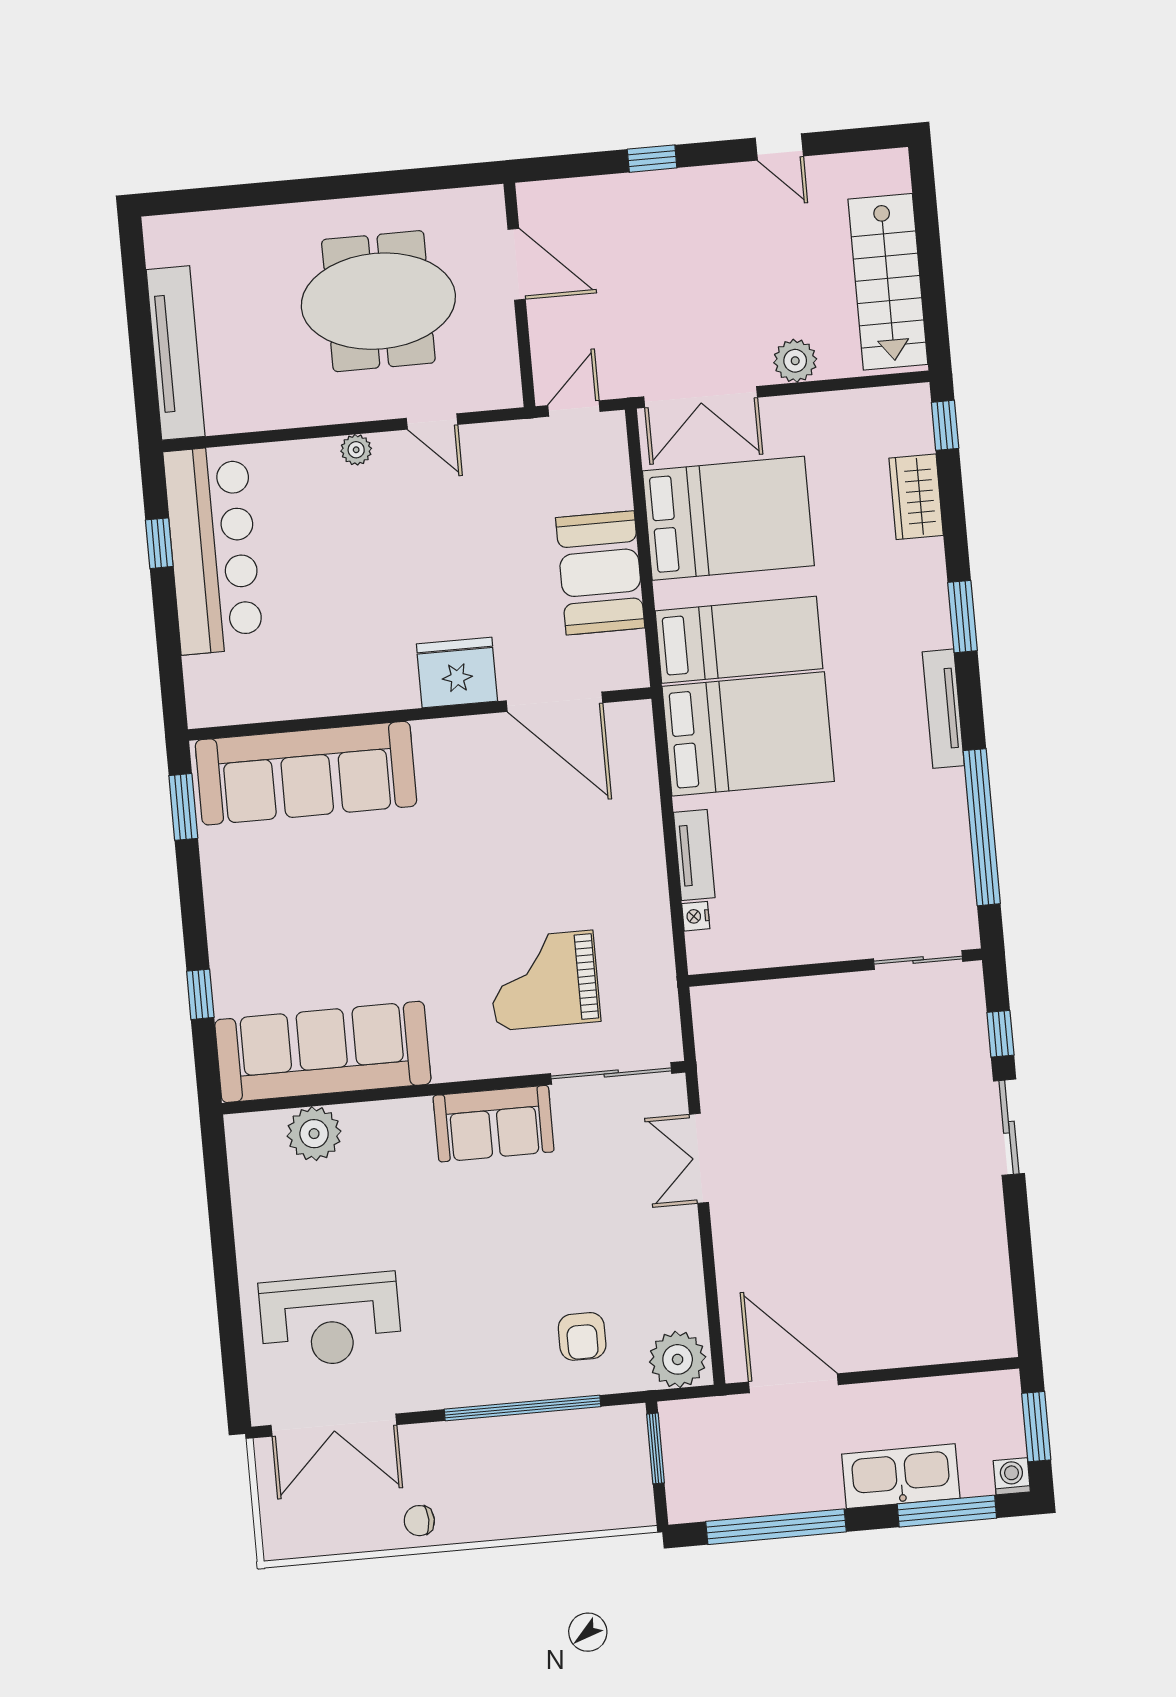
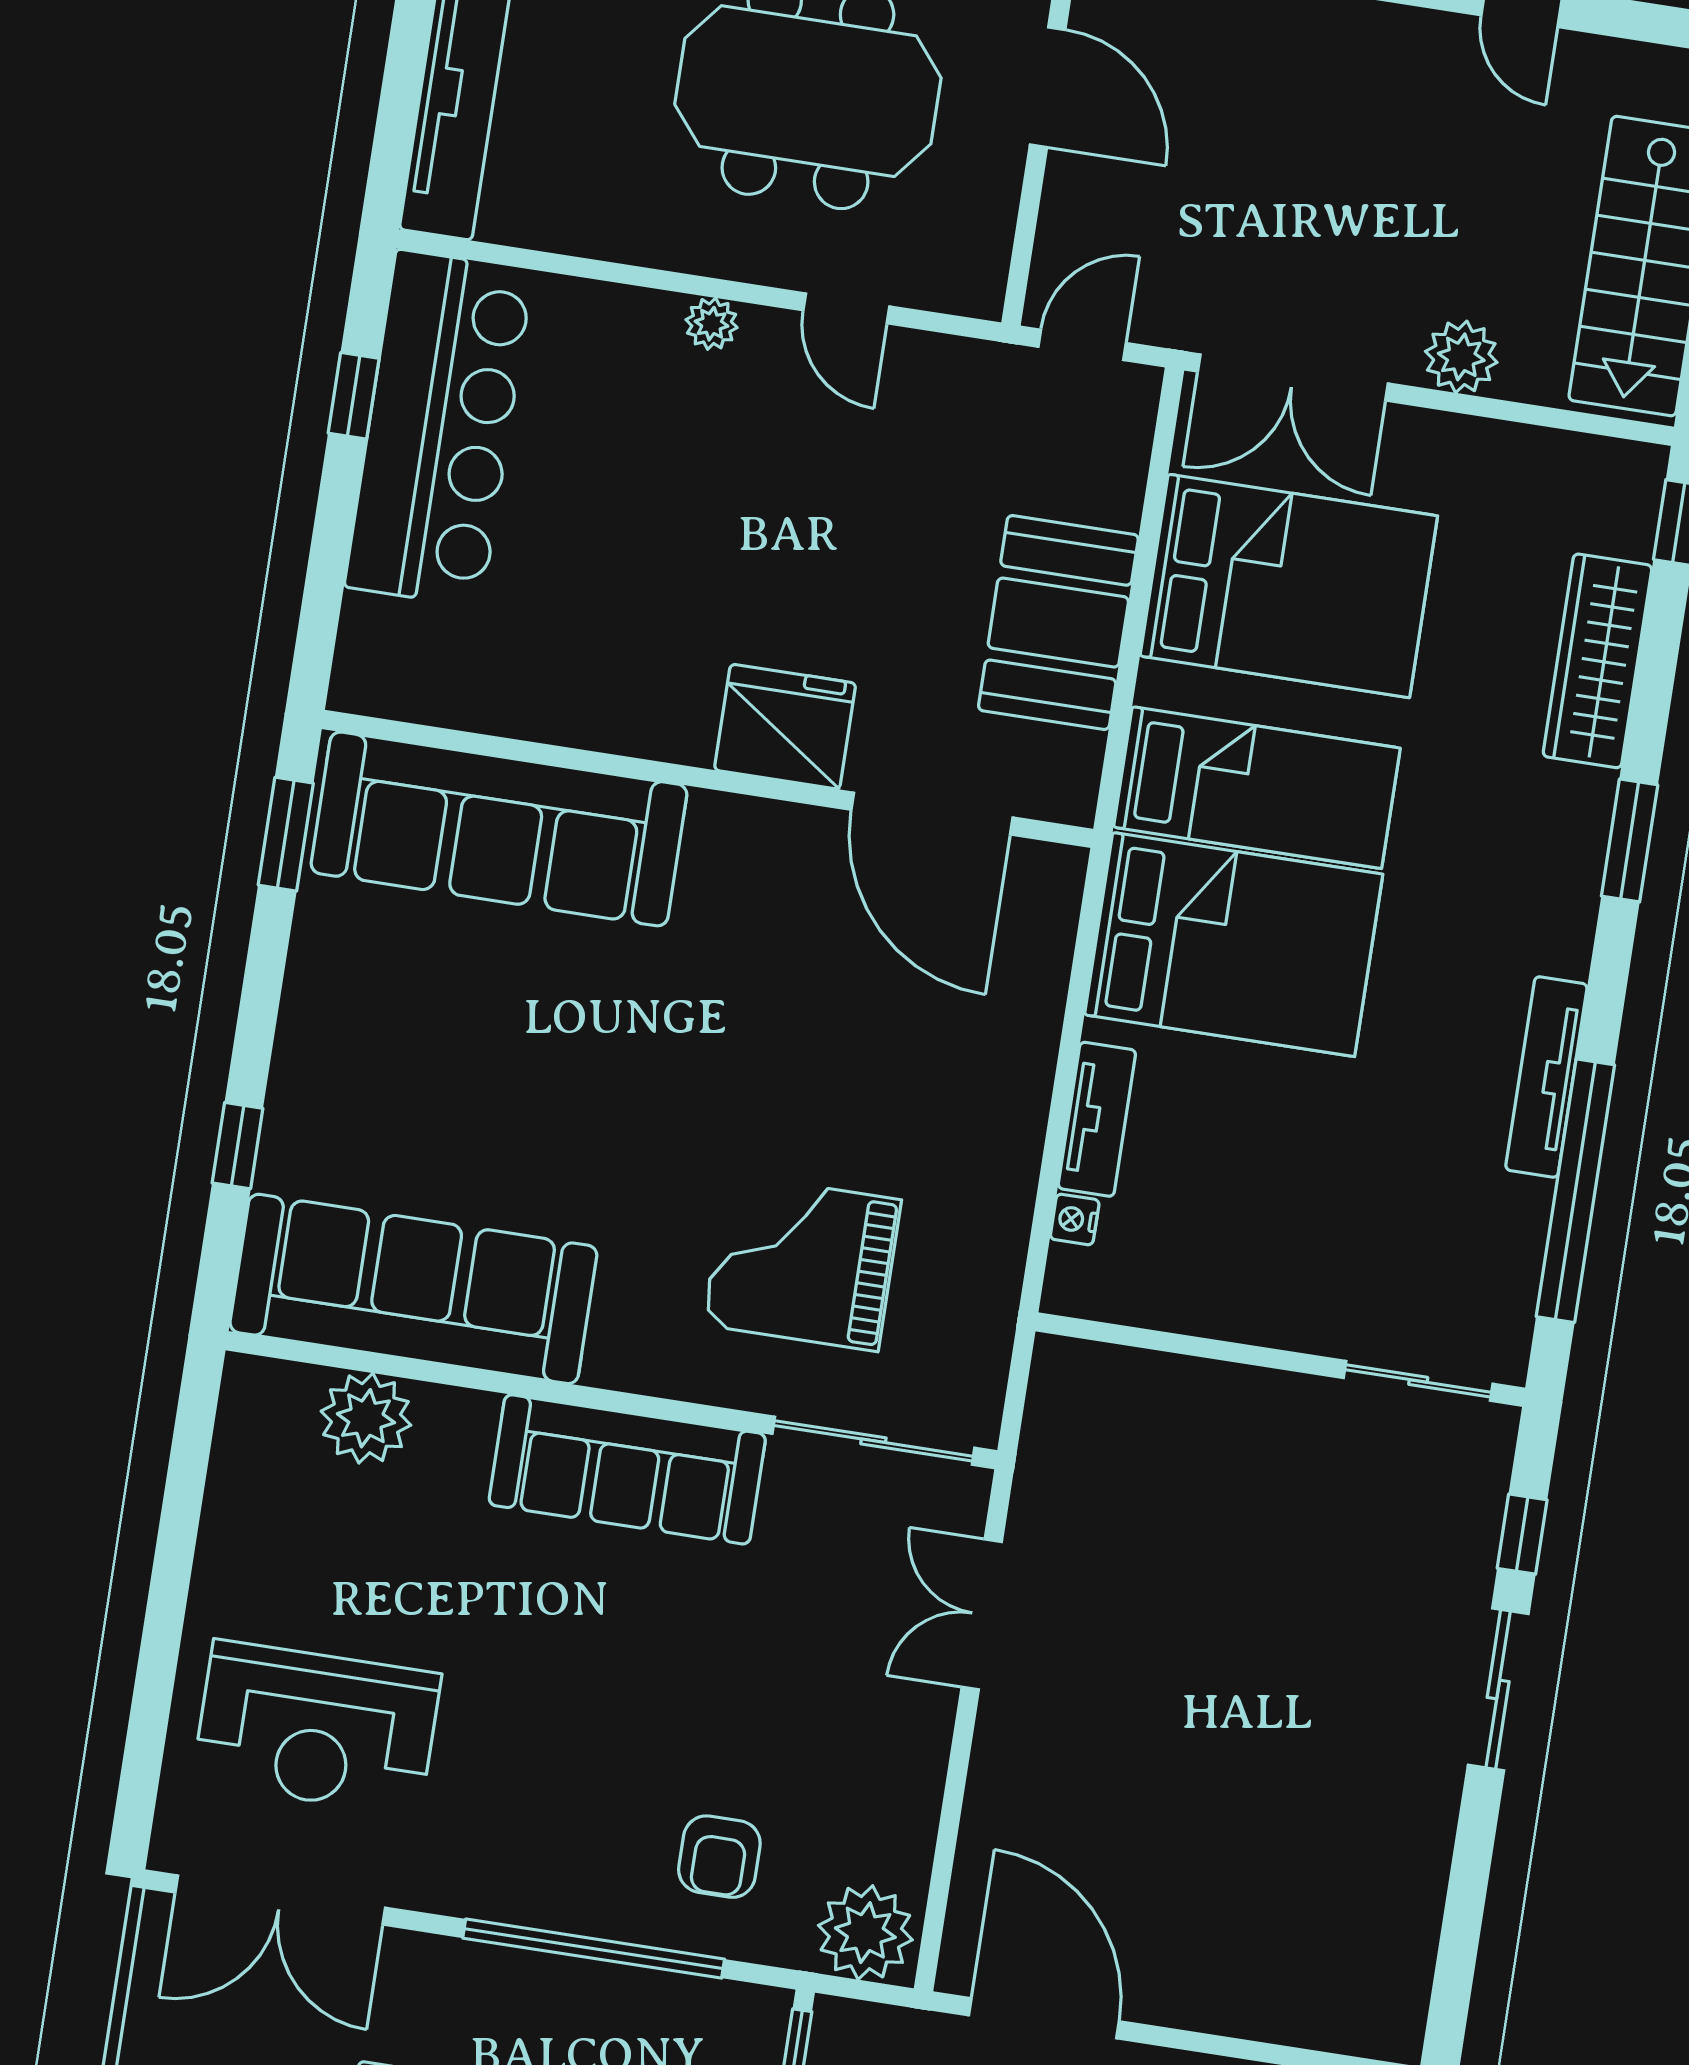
wardrobe: (916, 497) -> (1597, 661), width x1.50
tv unit: (943, 709) -> (1546, 1077), moved
sofa: (494, 1124) -> (627, 1469), width x1.36

